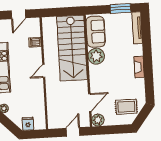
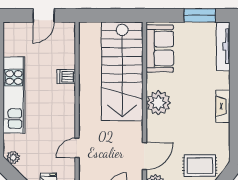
dishwasher: (35, 42) -> (66, 77), moved
plant: (96, 56) -> (158, 103), moved
door: (44, 71) -> (77, 148), moved

